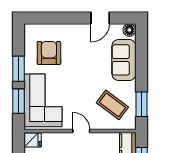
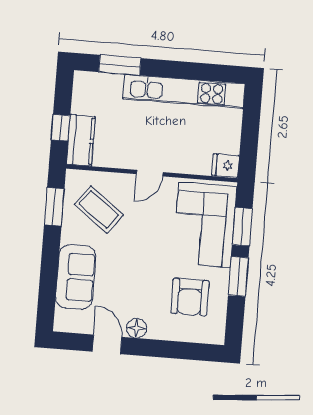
door: (100, 18) -> (107, 344), hinge flipped
floor lamp: (129, 30) -> (137, 328), moved
door: (81, 131) -> (150, 173), hinge flipped

